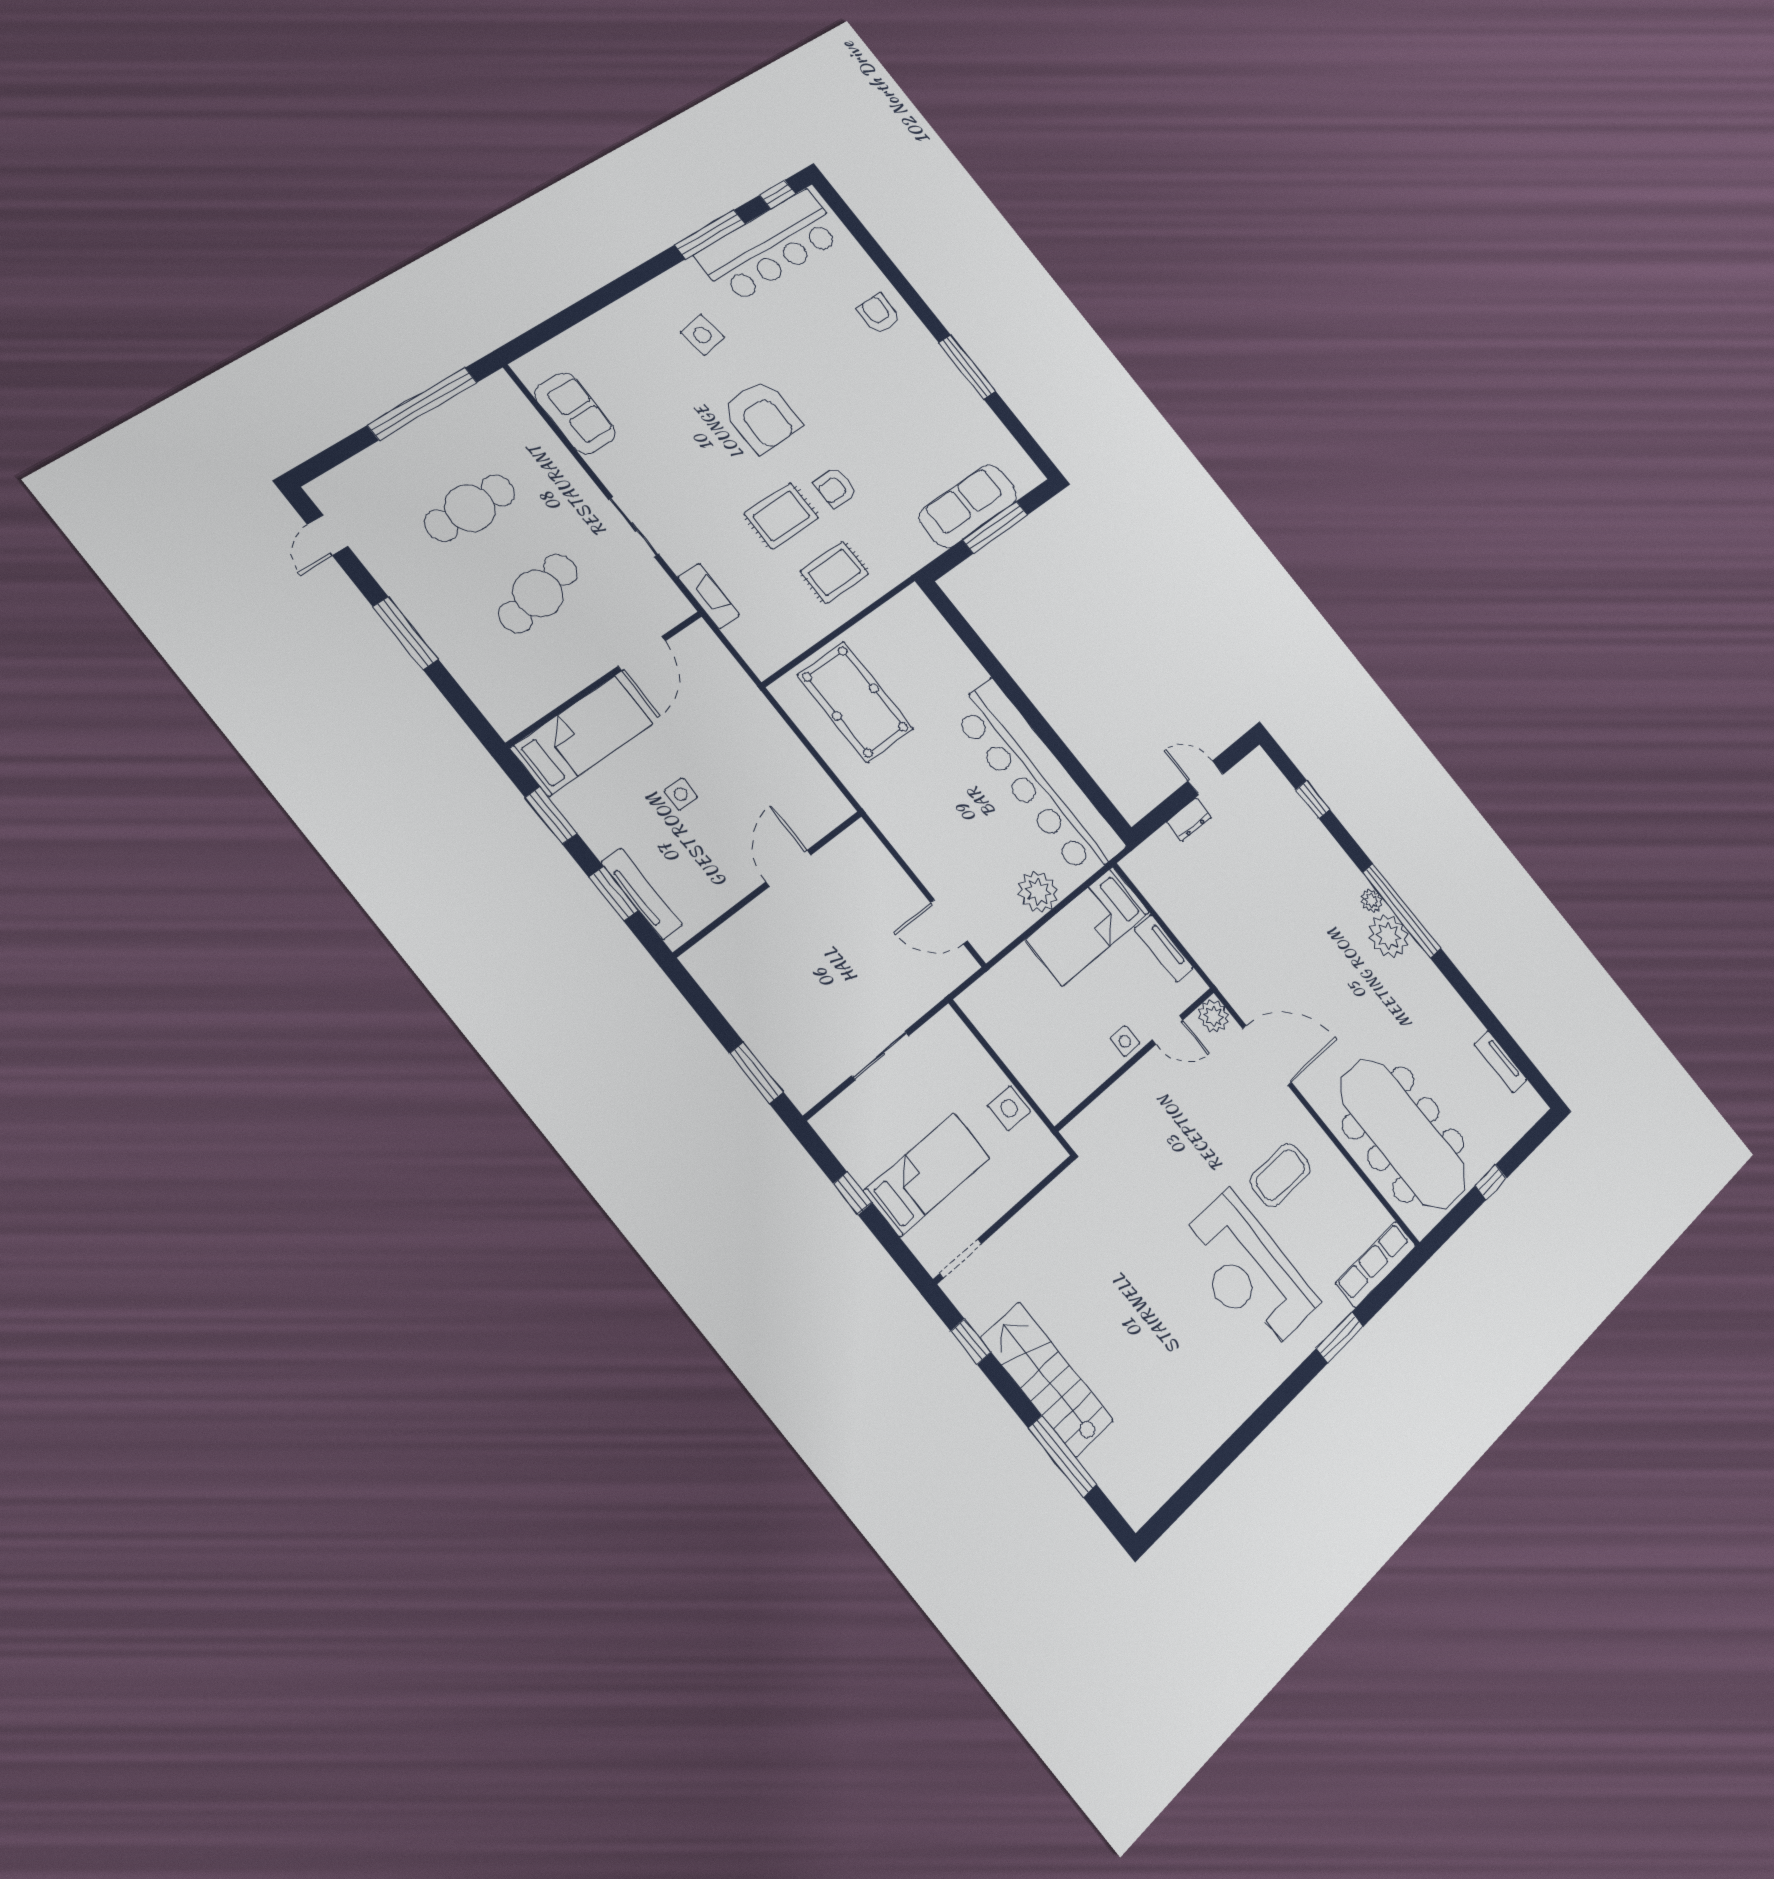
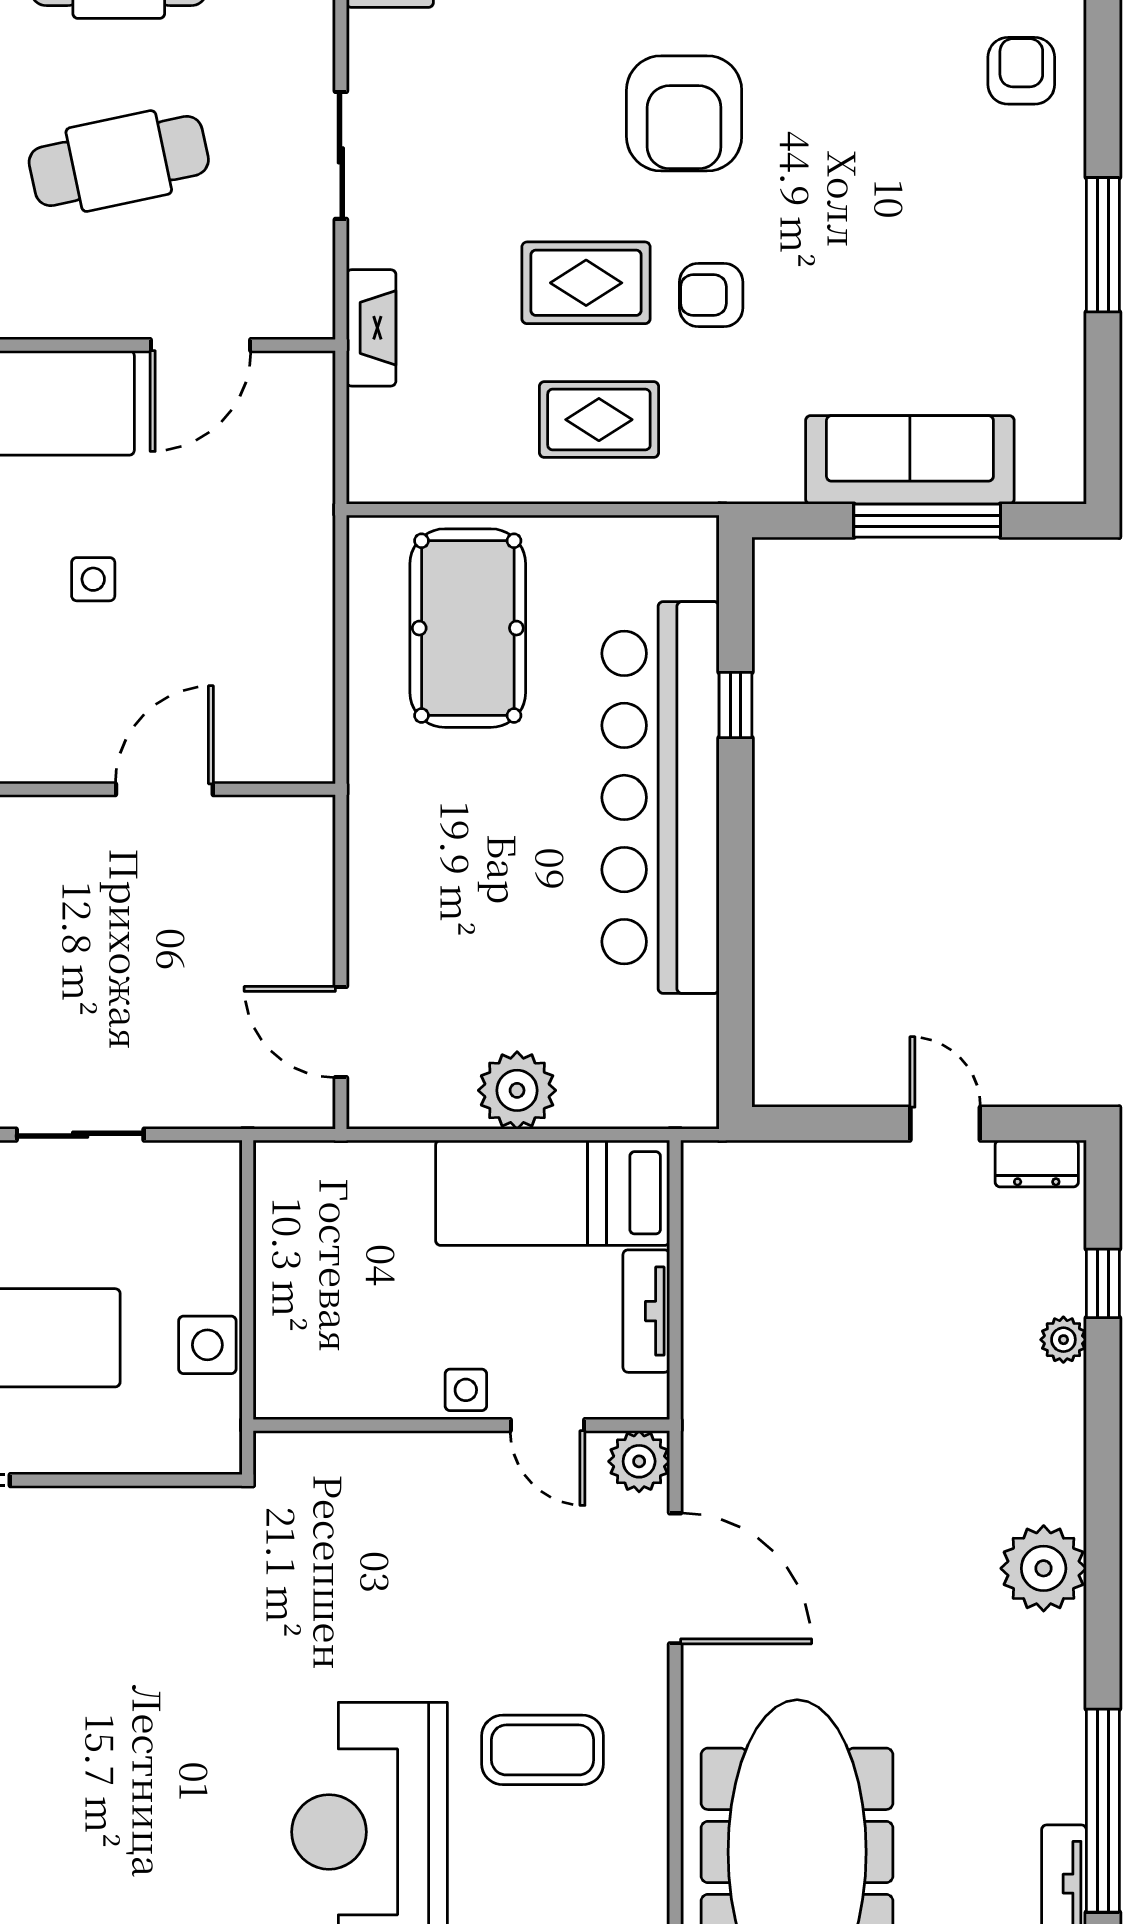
window: (987, 658) -> (735, 705), added
bar counter: (1037, 779) -> (661, 797), moved
dresser: (1189, 820) -> (1037, 1164), moved
plant: (1371, 901) -> (1063, 1340), moved
window: (1402, 911) -> (1103, 1811), moved

